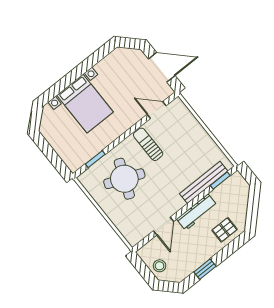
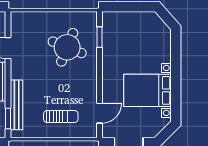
bed with nightstands: (85, 104) -> (147, 90), moved
sun lounger: (148, 144) -> (61, 117), moved

